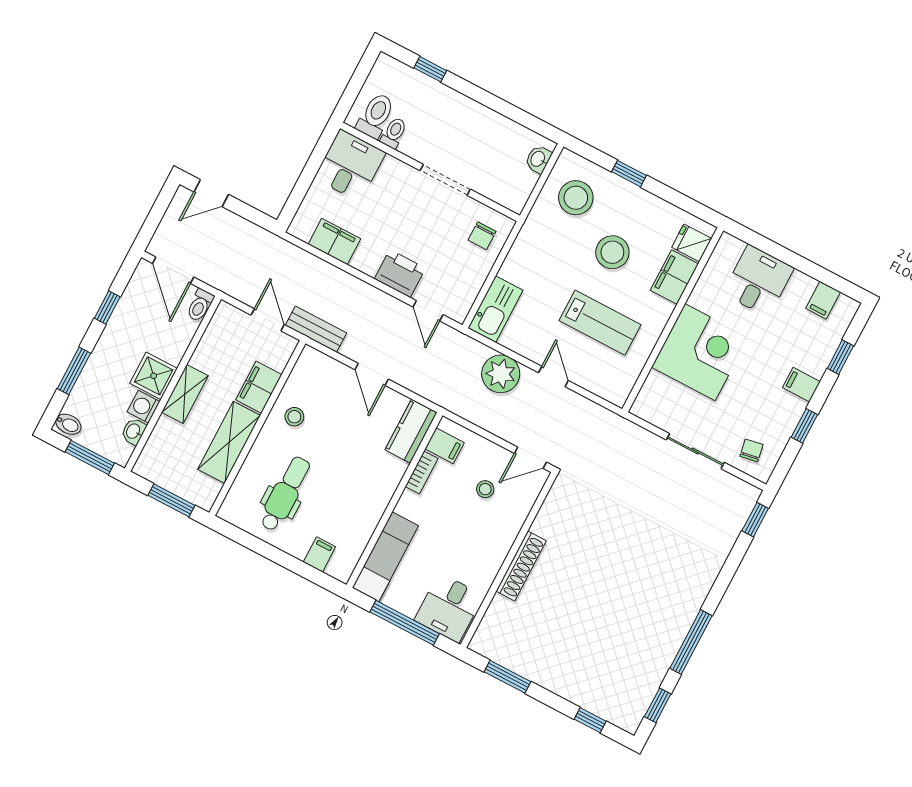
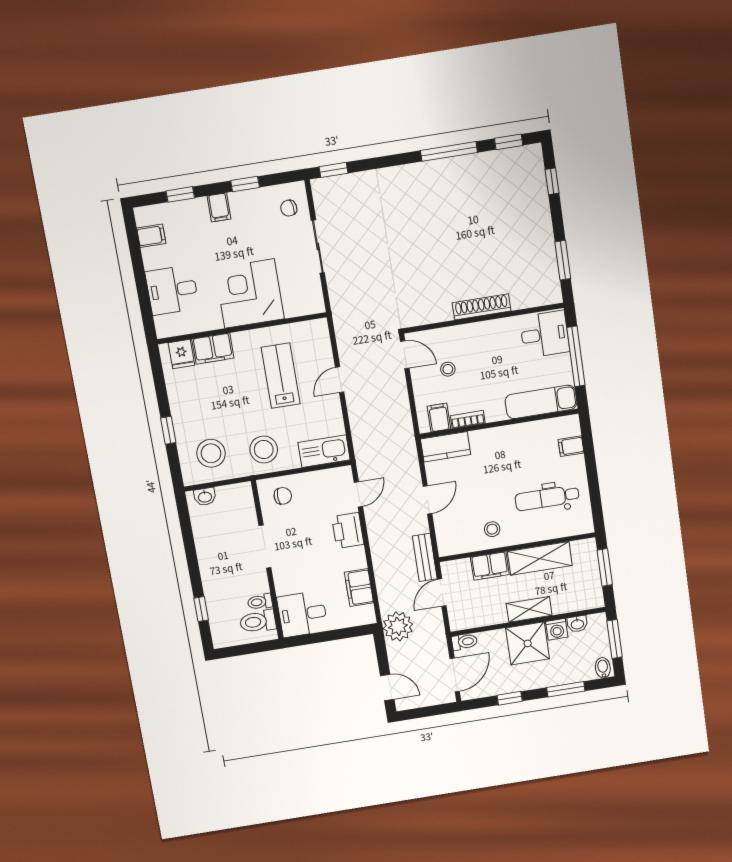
stool: (612, 252) -> (264, 449), moved
plant: (501, 374) -> (398, 626), moved
shower: (154, 376) -> (528, 643), width x1.36, depth x1.36

